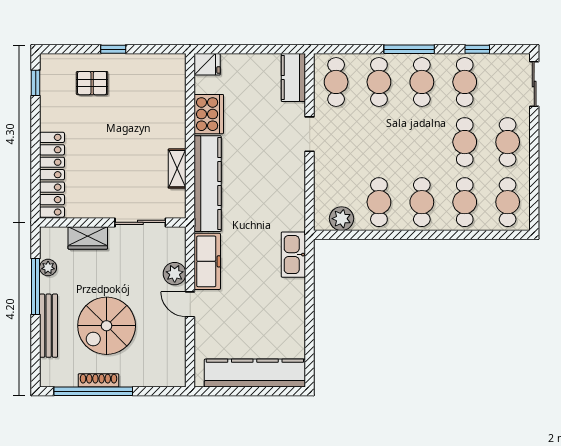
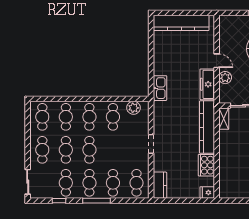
doorway: (310, 134) -> (151, 144), moved
cafe table: (422, 142) -> (89, 150), added
shelving: (177, 169) -> (224, 119), moved

